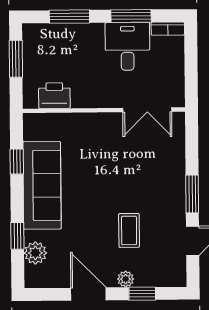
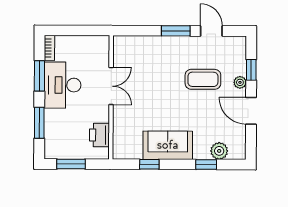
desk: (127, 46) -> (63, 85), width x1.37
double door: (147, 110) -> (111, 86), moved
sofa: (42, 185) -> (168, 145), width x0.73
coffee table: (129, 230) -> (203, 79), width x1.36, depth x1.30
door: (88, 294) -> (251, 111), hinge flipped

